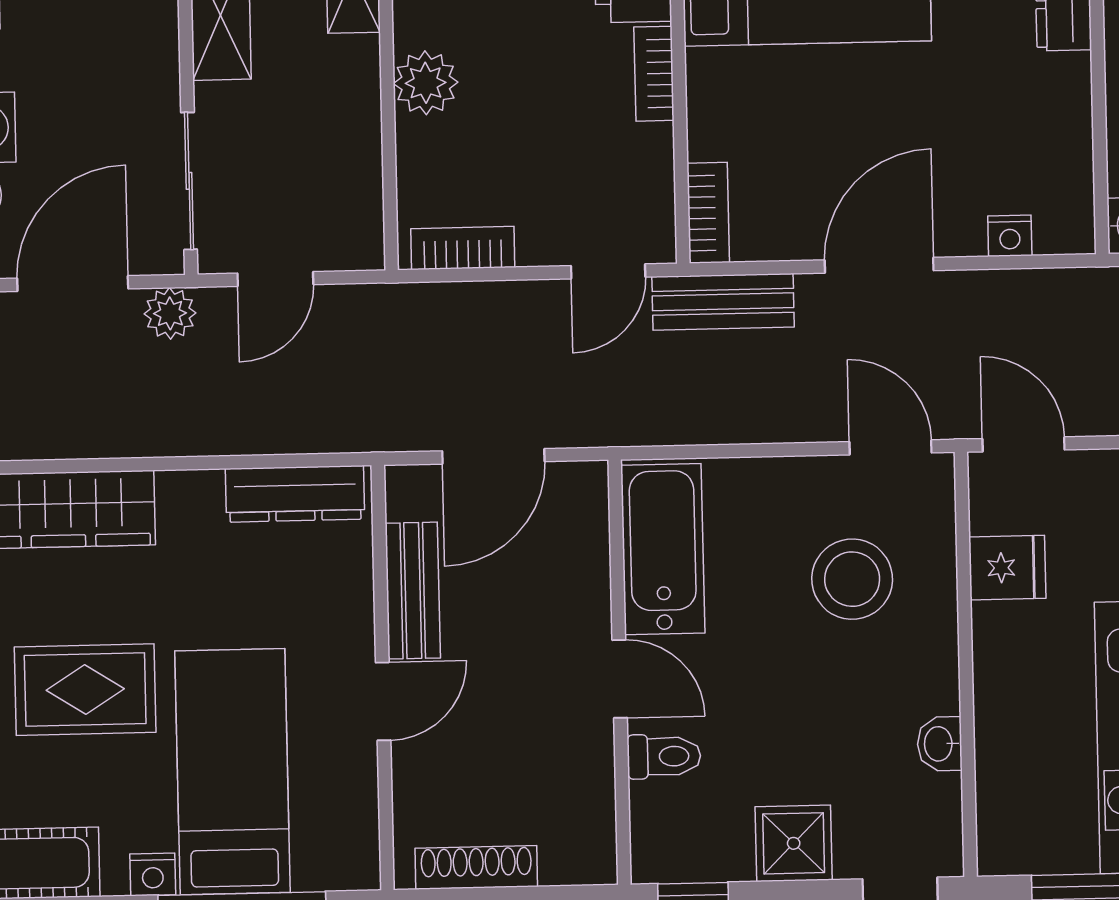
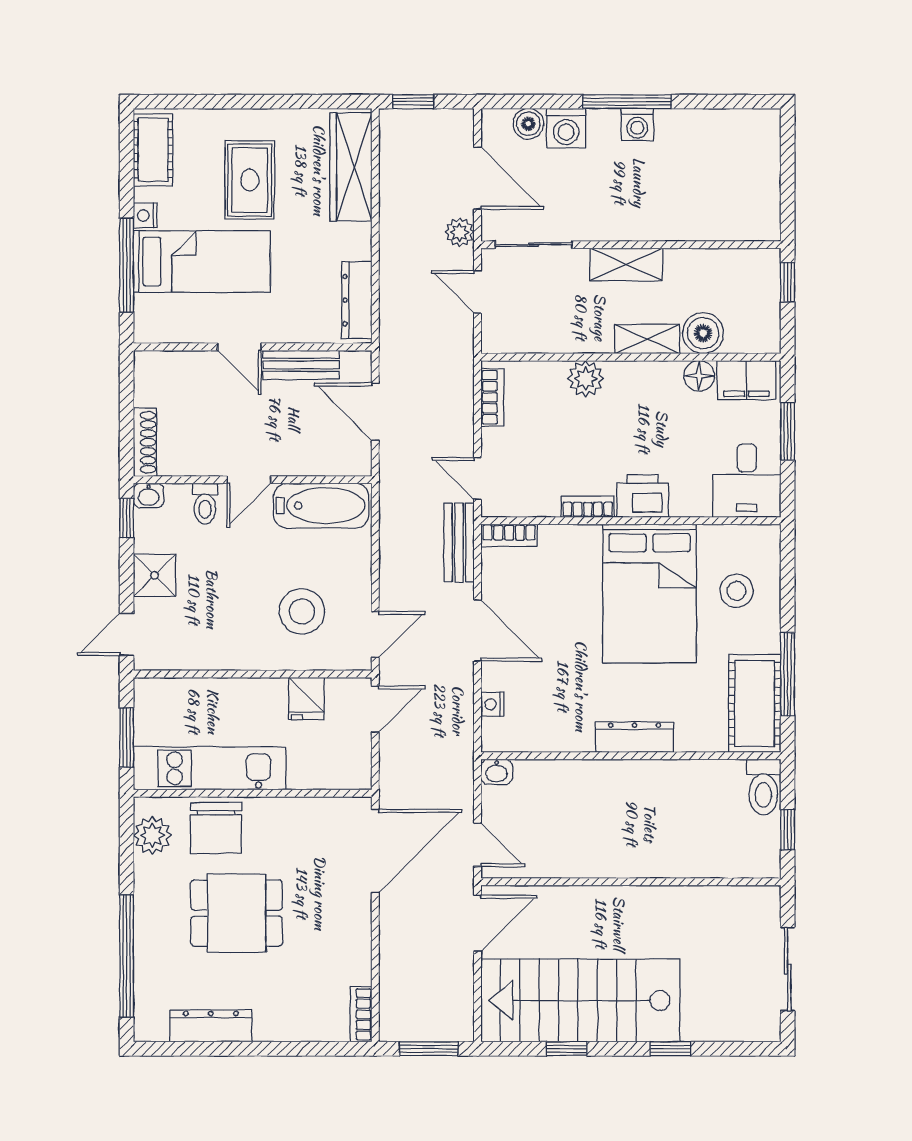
washbasin: (940, 744) -> (149, 495), moved, turned 180
shoe rack: (476, 867) -> (145, 442), moved

